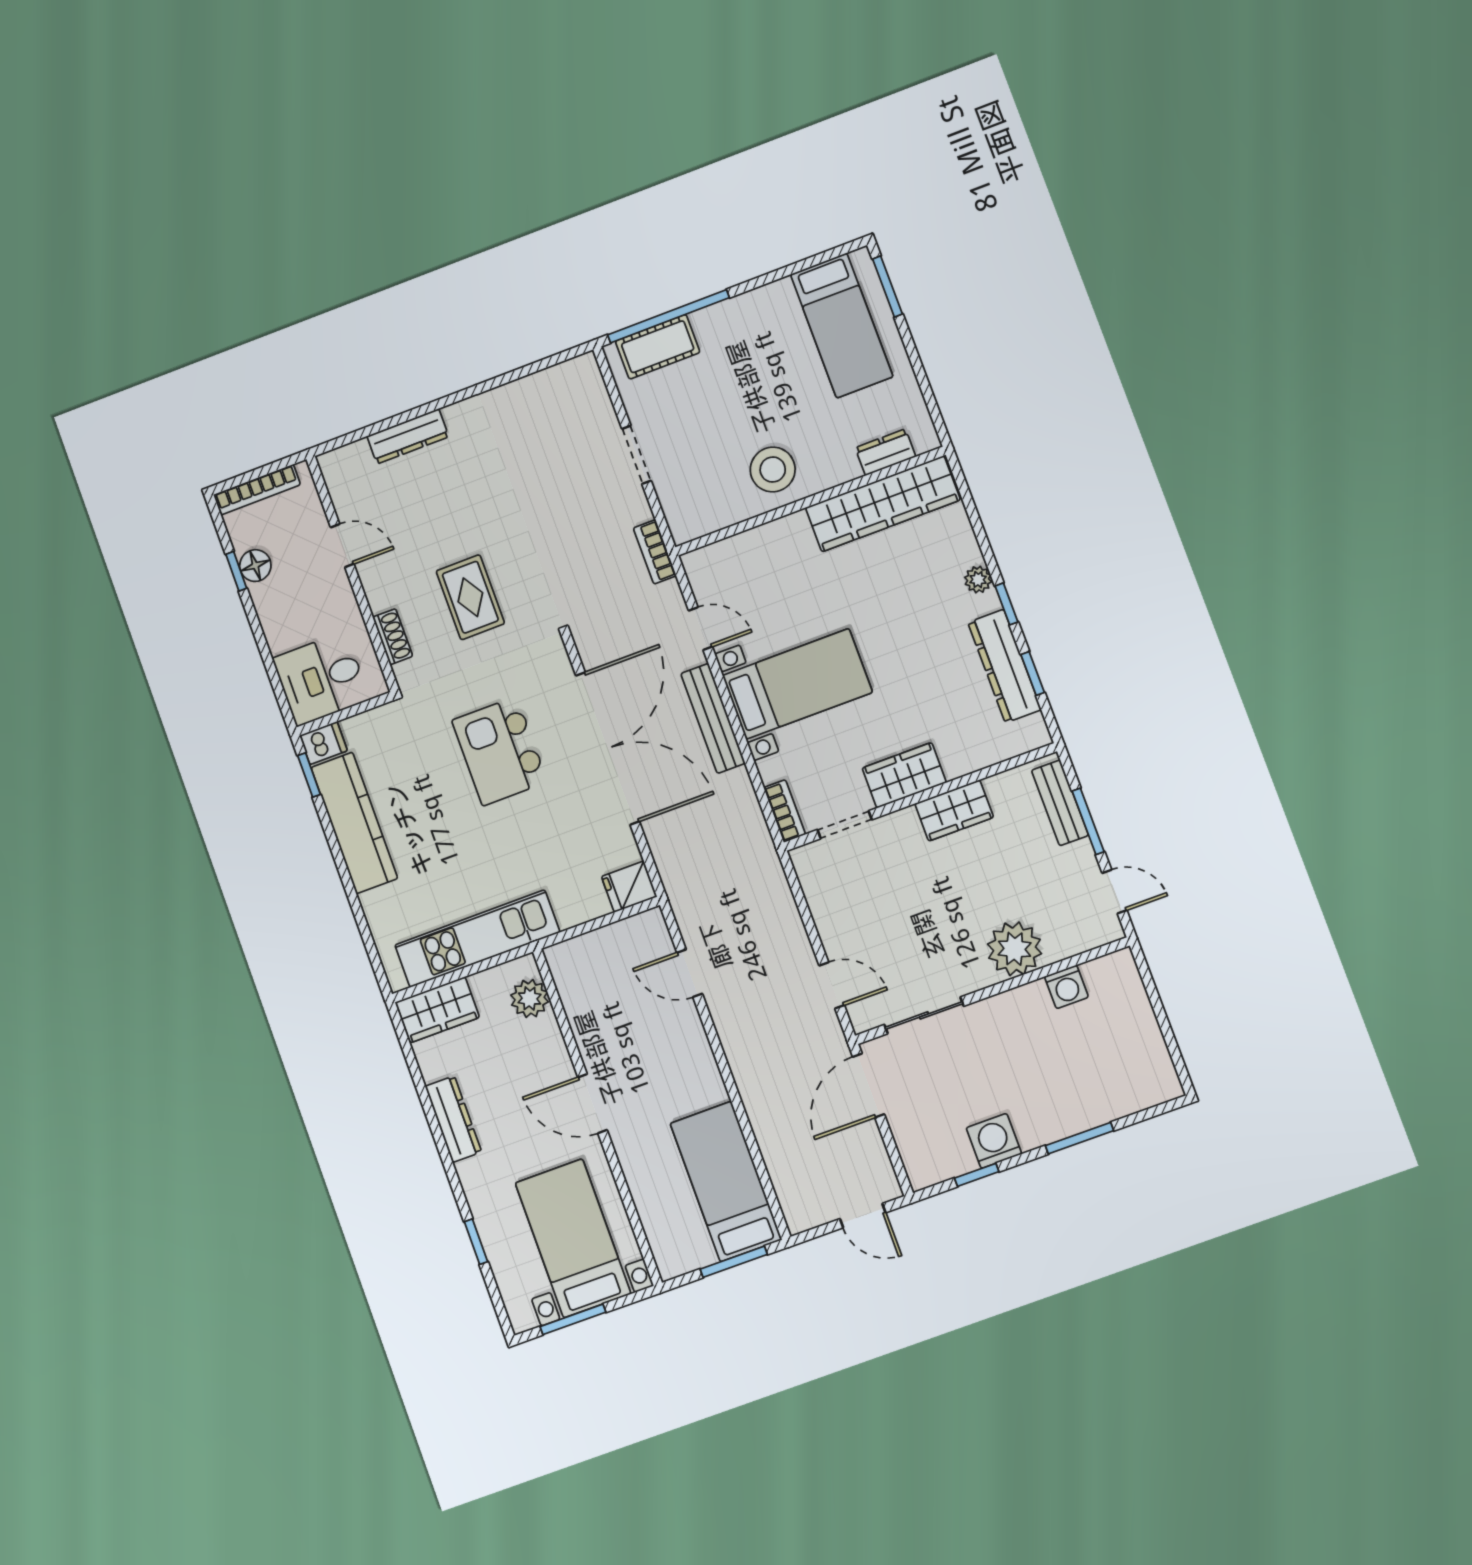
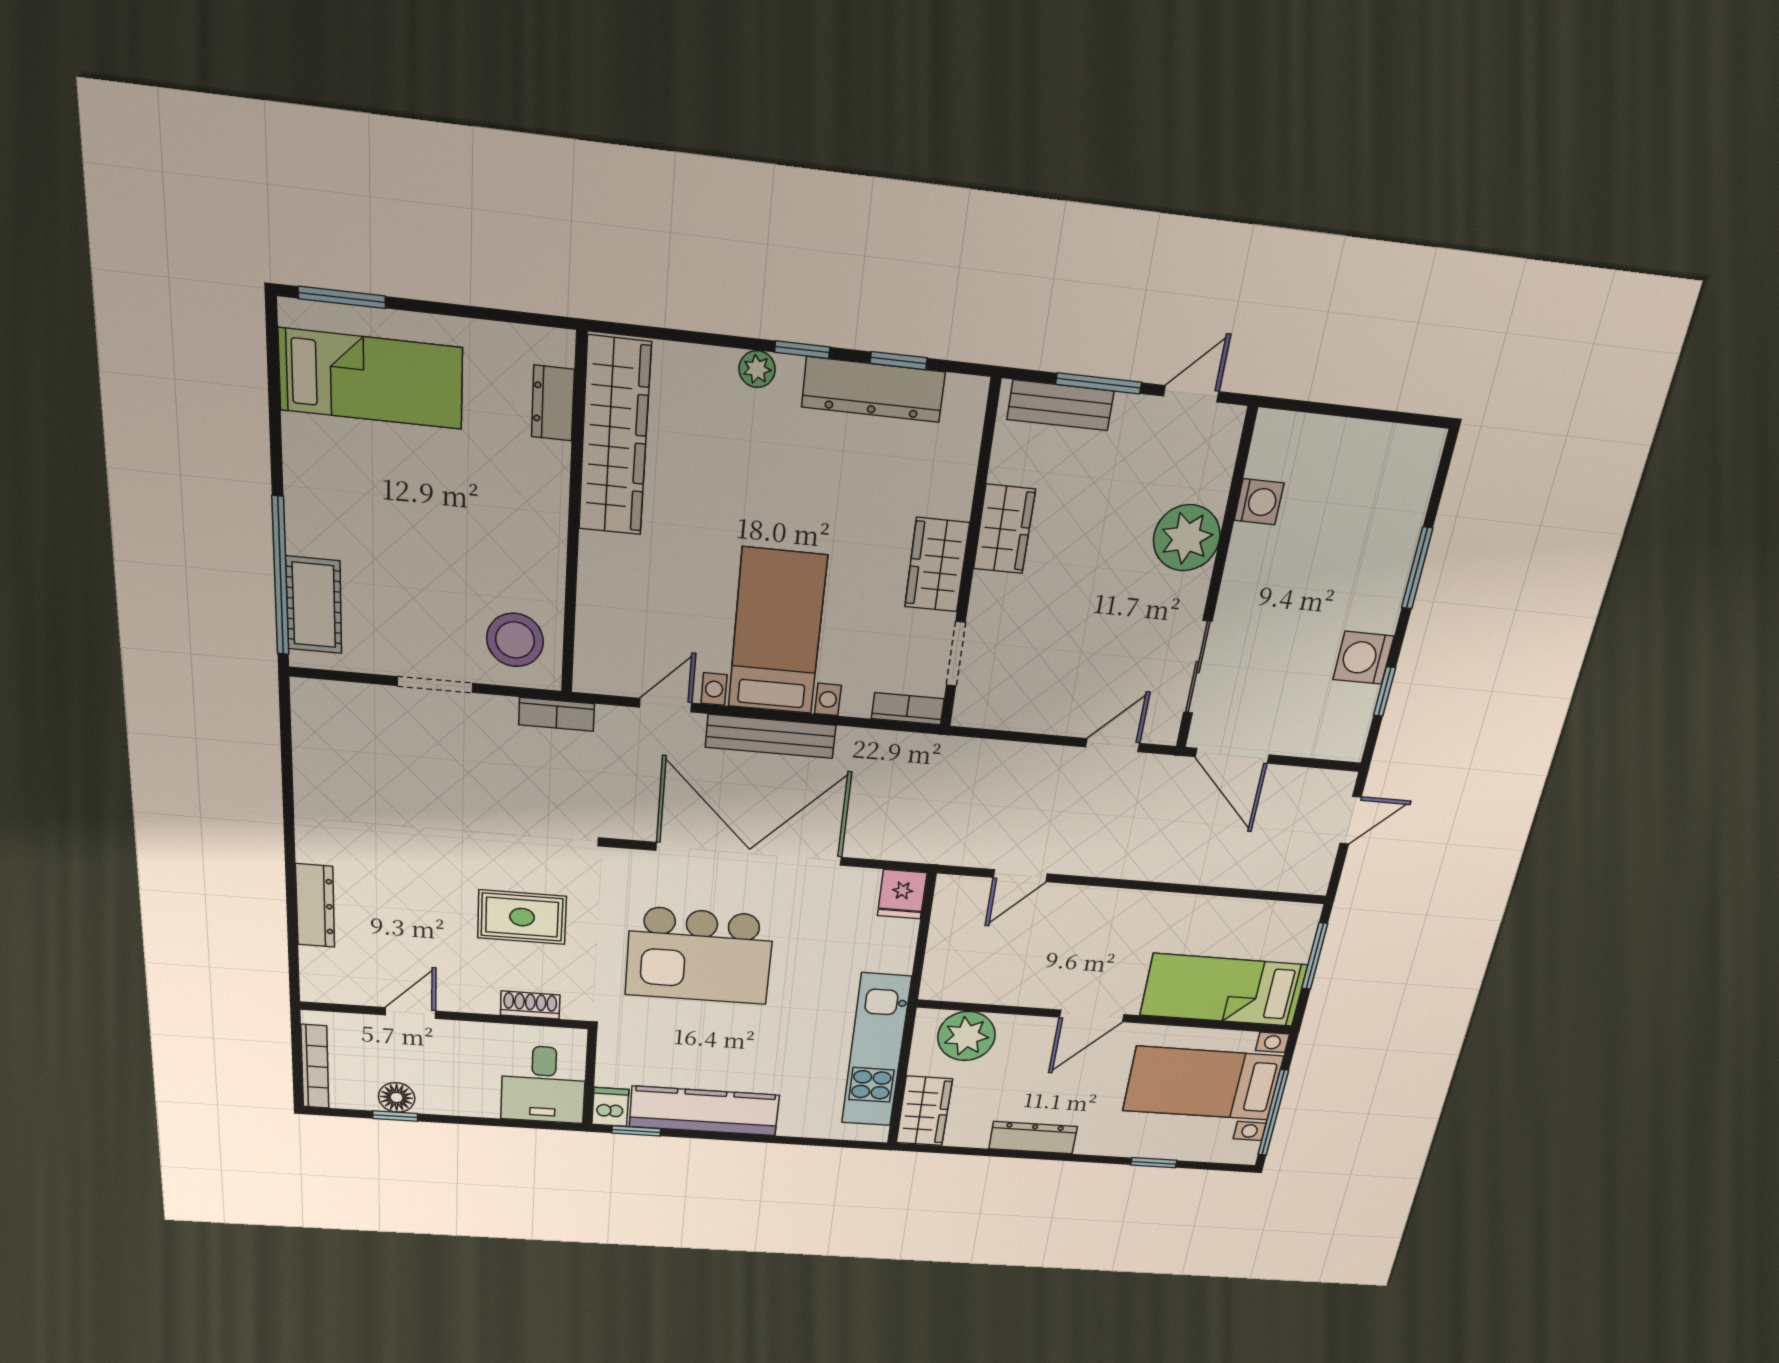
stool: (773, 470) -> (515, 640), moved
kitchen island: (500, 751) -> (699, 956), width x1.37, depth x1.28
plant: (530, 998) -> (966, 1036), width x1.36, depth x1.36
bed: (726, 1181) -> (1223, 990), moved
window: (573, 1319) -> (1273, 1113), width x1.44

